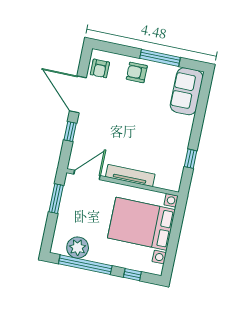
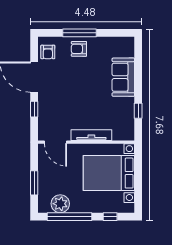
window: (160, 58) -> (79, 33), moved
sofa: (187, 91) -> (123, 77), moved
door: (87, 175) -> (56, 142), swing flipped
window: (56, 199) -> (34, 183), moved

